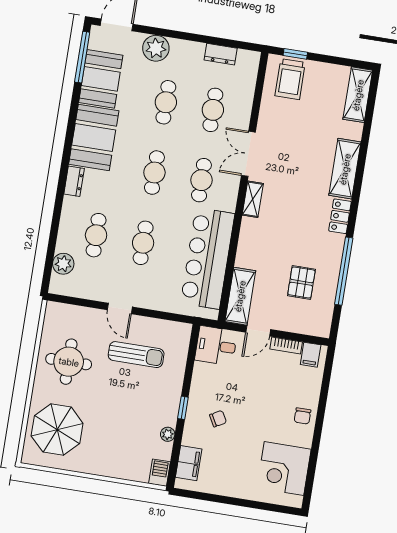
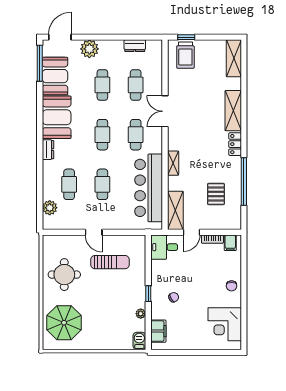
shelving: (253, 199) -> (173, 163), moved

